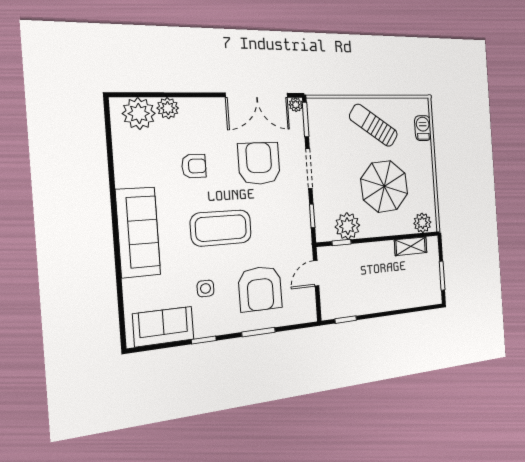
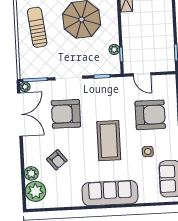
sun lounger: (374, 125) -> (37, 27), turned 138
armchair: (194, 166) -> (57, 160), moved, turned 142
plant: (347, 226) -> (114, 49), width x0.53, depth x0.53

